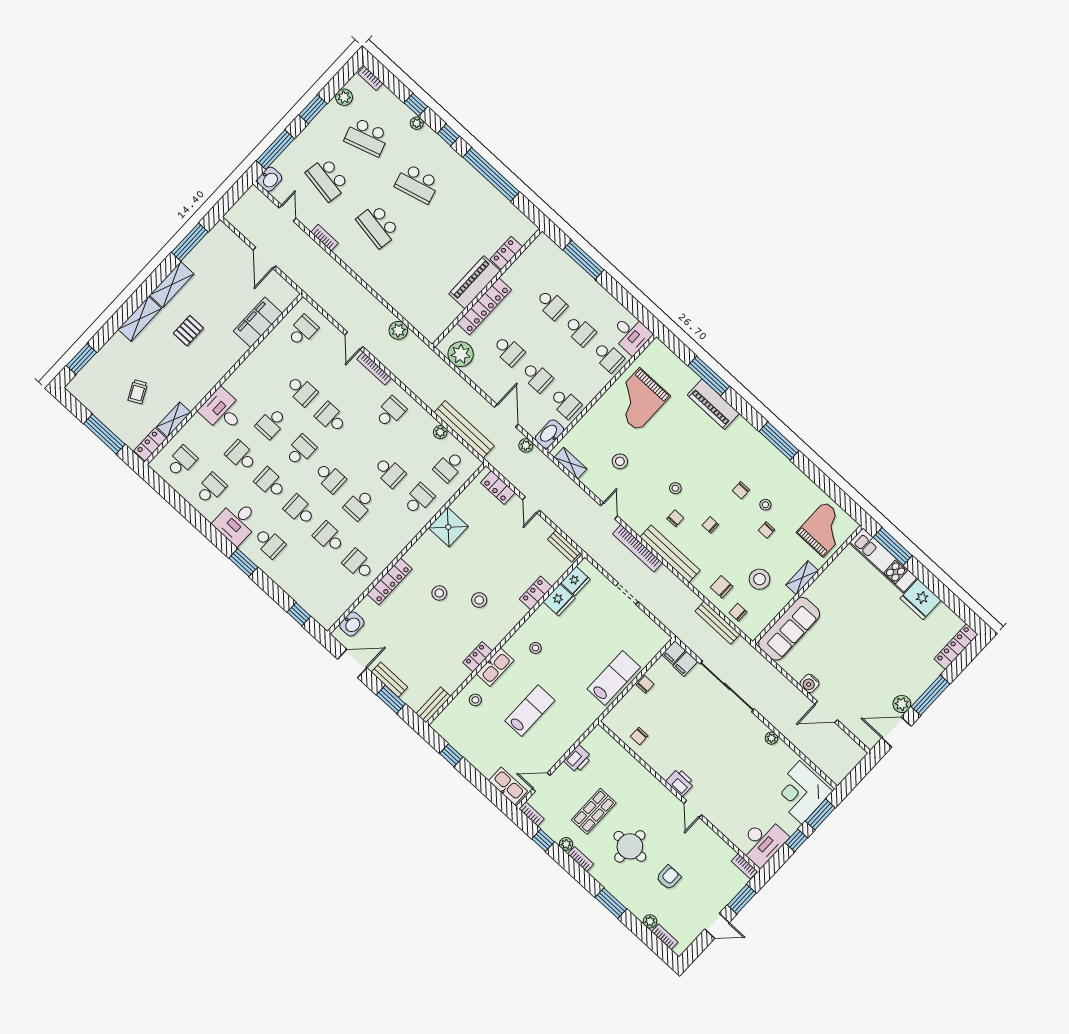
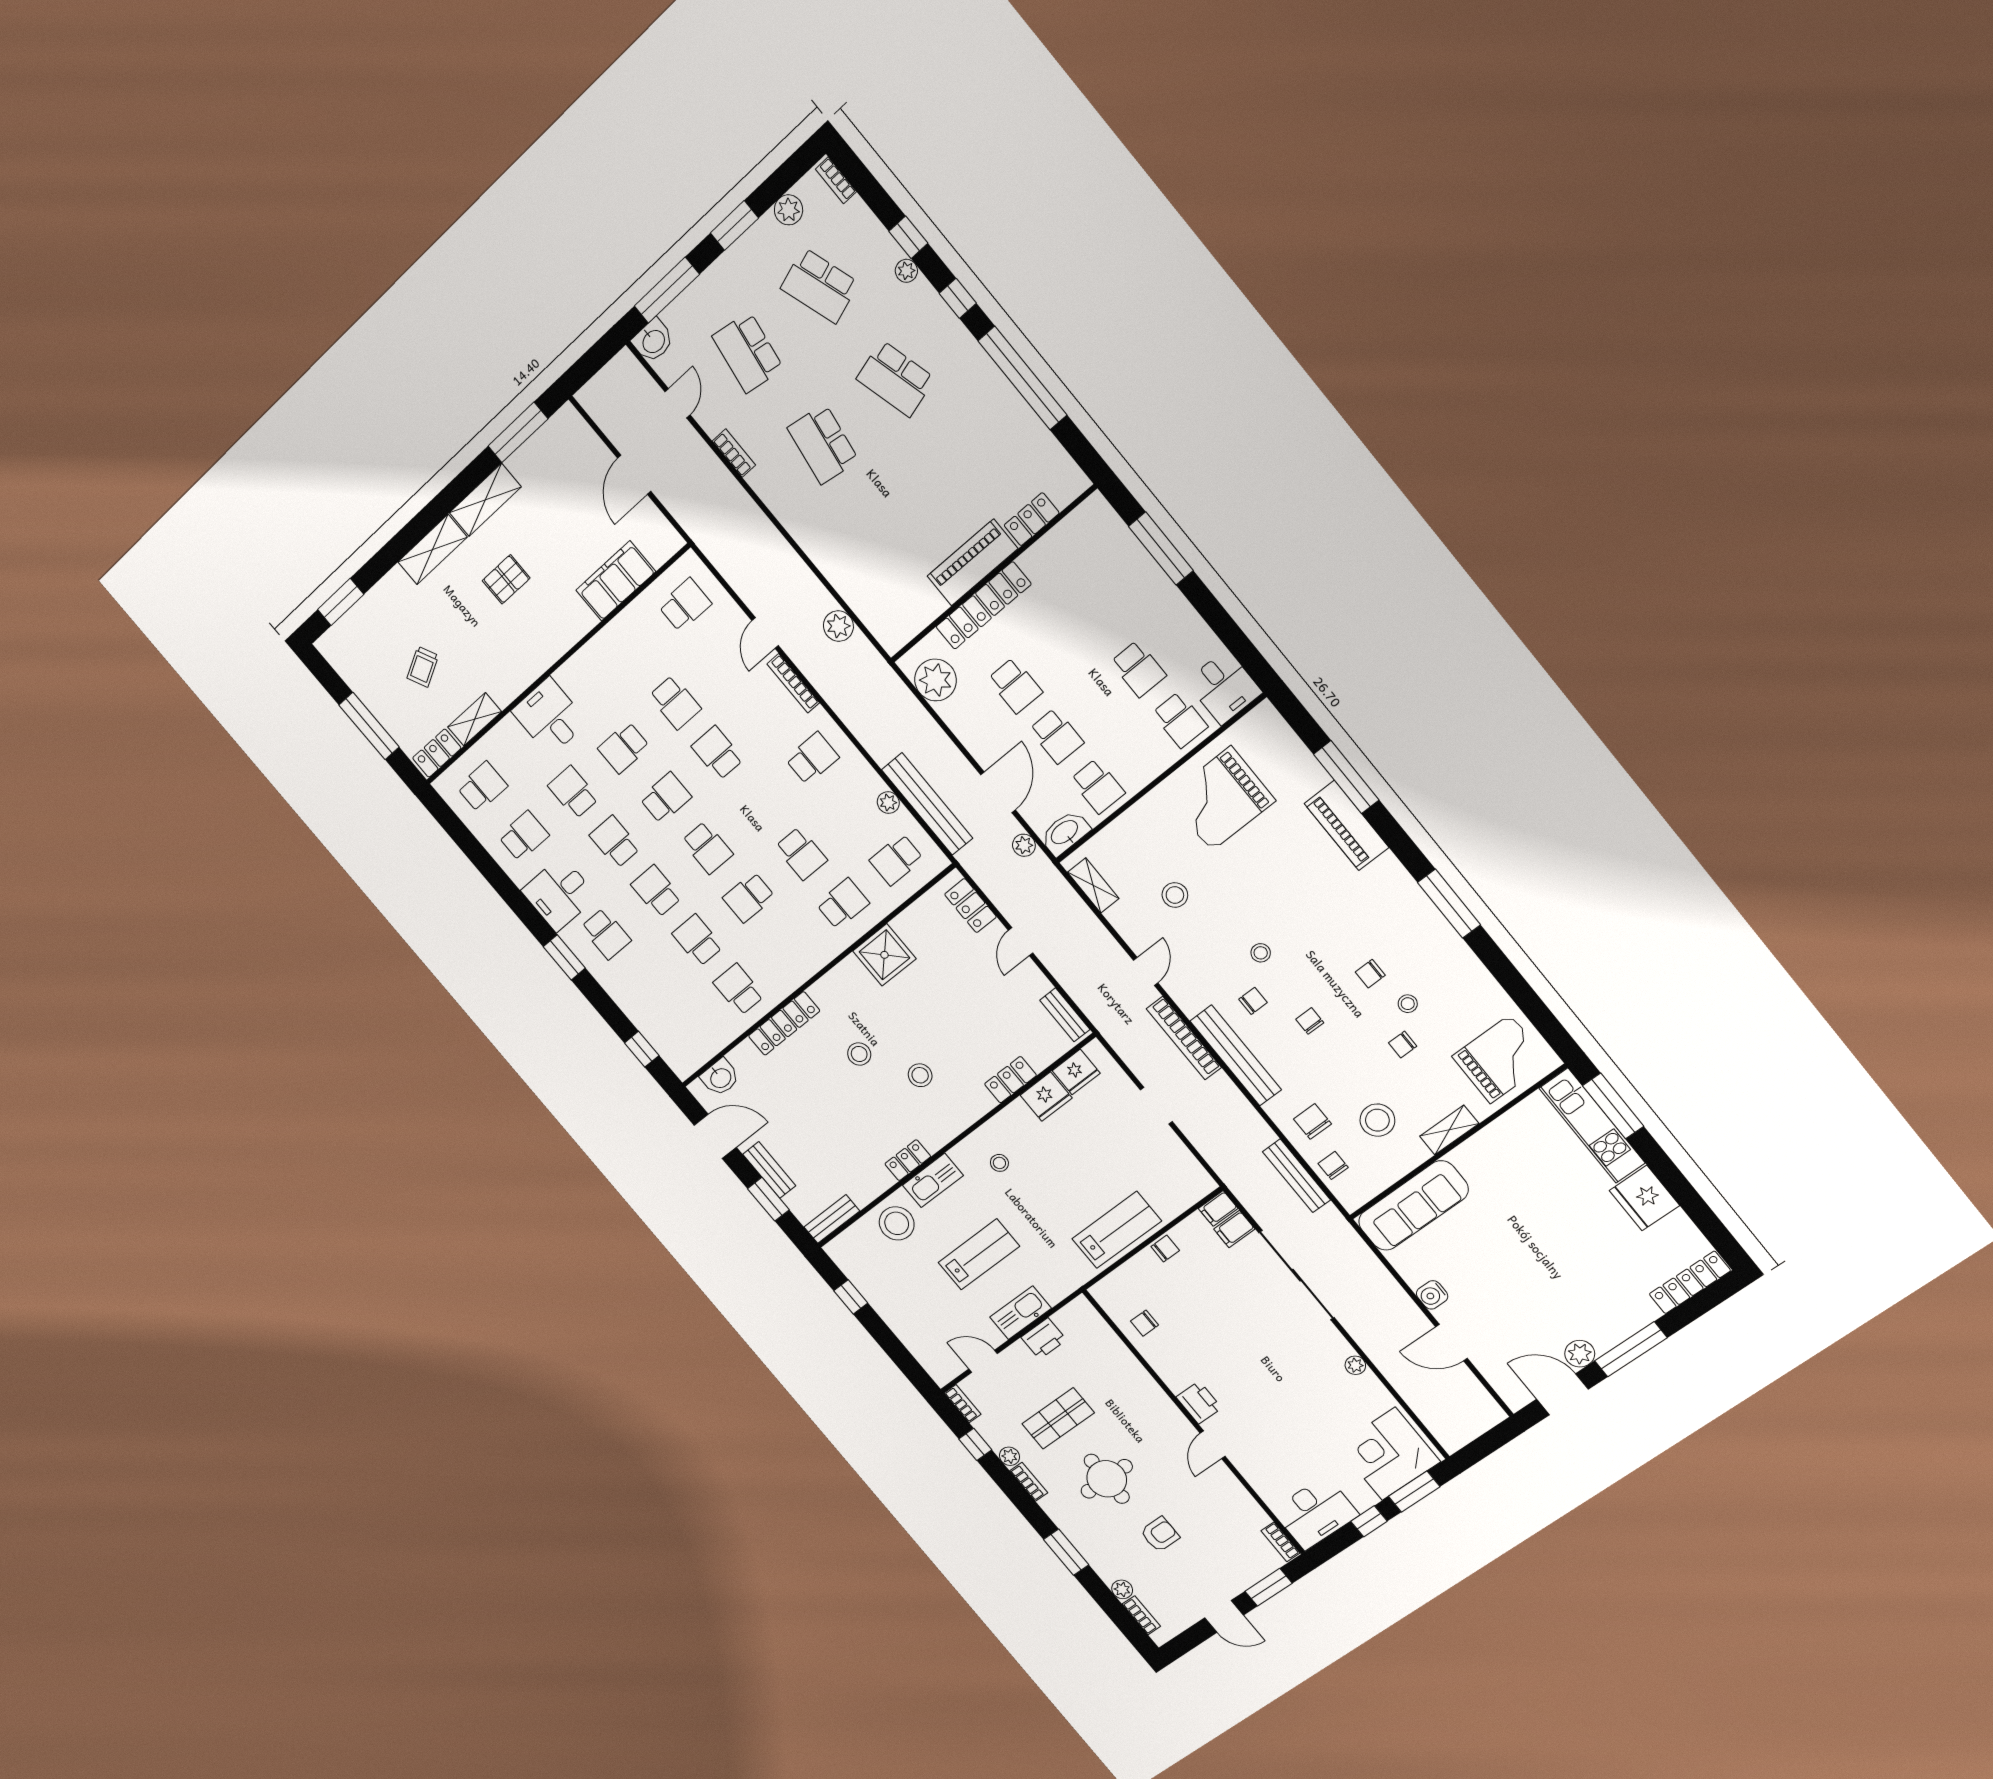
school desk: (552, 304) -> (1097, 618), removed
stool: (475, 700) -> (897, 1223), width x1.89, depth x1.89
kitchen sink: (508, 786) -> (1021, 1313), moved, turned -90

